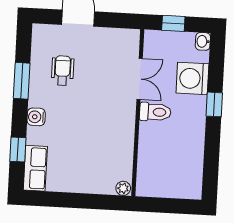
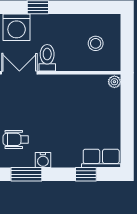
water cooler: (36, 117) -> (43, 160), moved
stool: (169, 169) -> (96, 43), added

